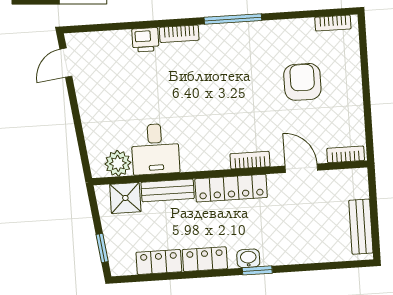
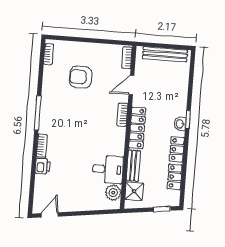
door: (66, 63) -> (49, 215), swing flipped
bench: (361, 227) -> (165, 54), width x1.36

